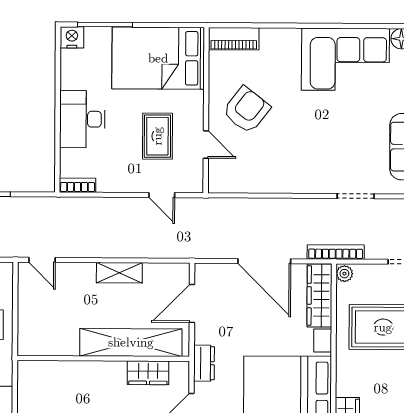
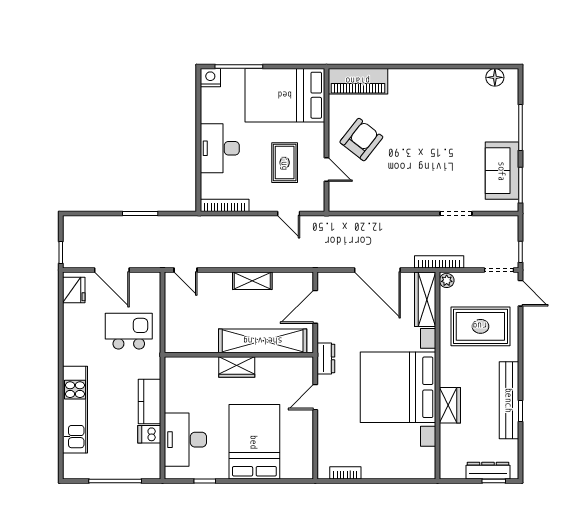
piano: (234, 39) -> (358, 81), width x1.37, depth x1.33
corner sofa: (345, 59) -> (447, 95), removed
bookcase: (78, 185) -> (225, 205), width x1.56
wardrobe: (148, 373) -> (237, 367), moved

